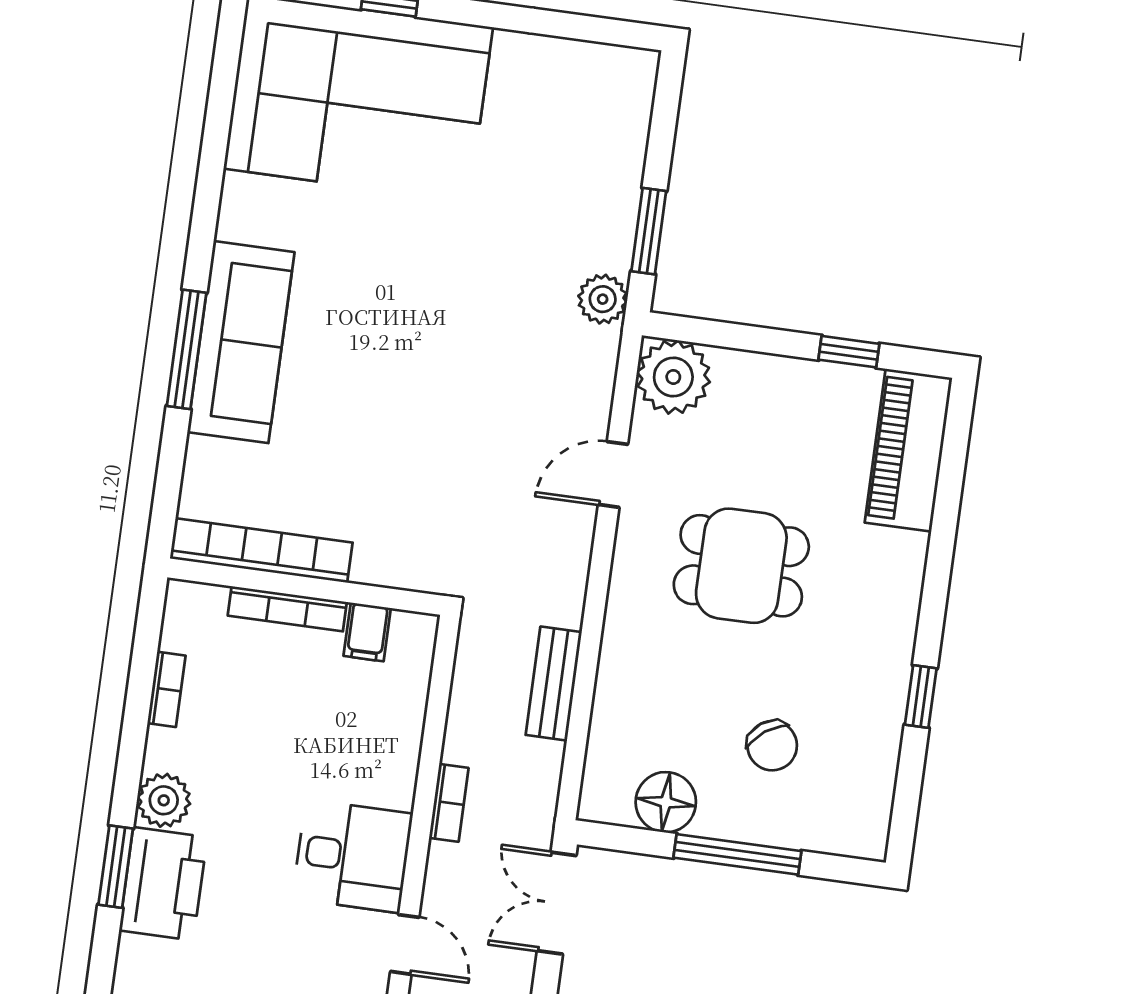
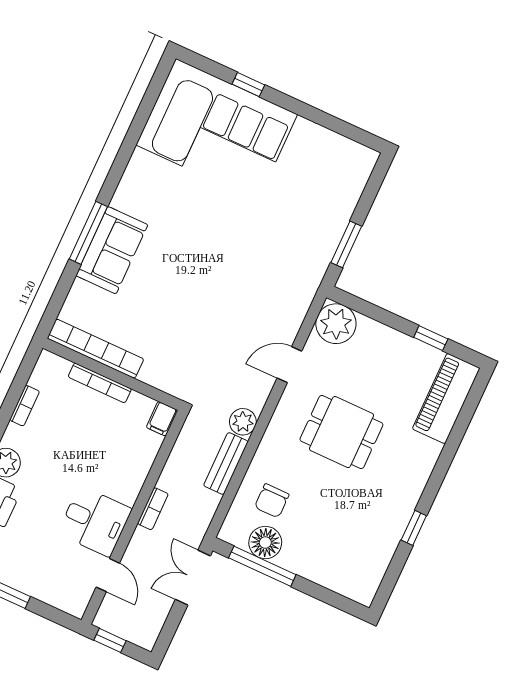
plant: (603, 299) -> (243, 422), moved
sofa: (241, 342) -> (112, 250), width x0.73
filing cabinet: (367, 632) -> (162, 419), moved
chair: (772, 746) -> (272, 501), moved, turned 36
window: (737, 854) -> (262, 566), moved

